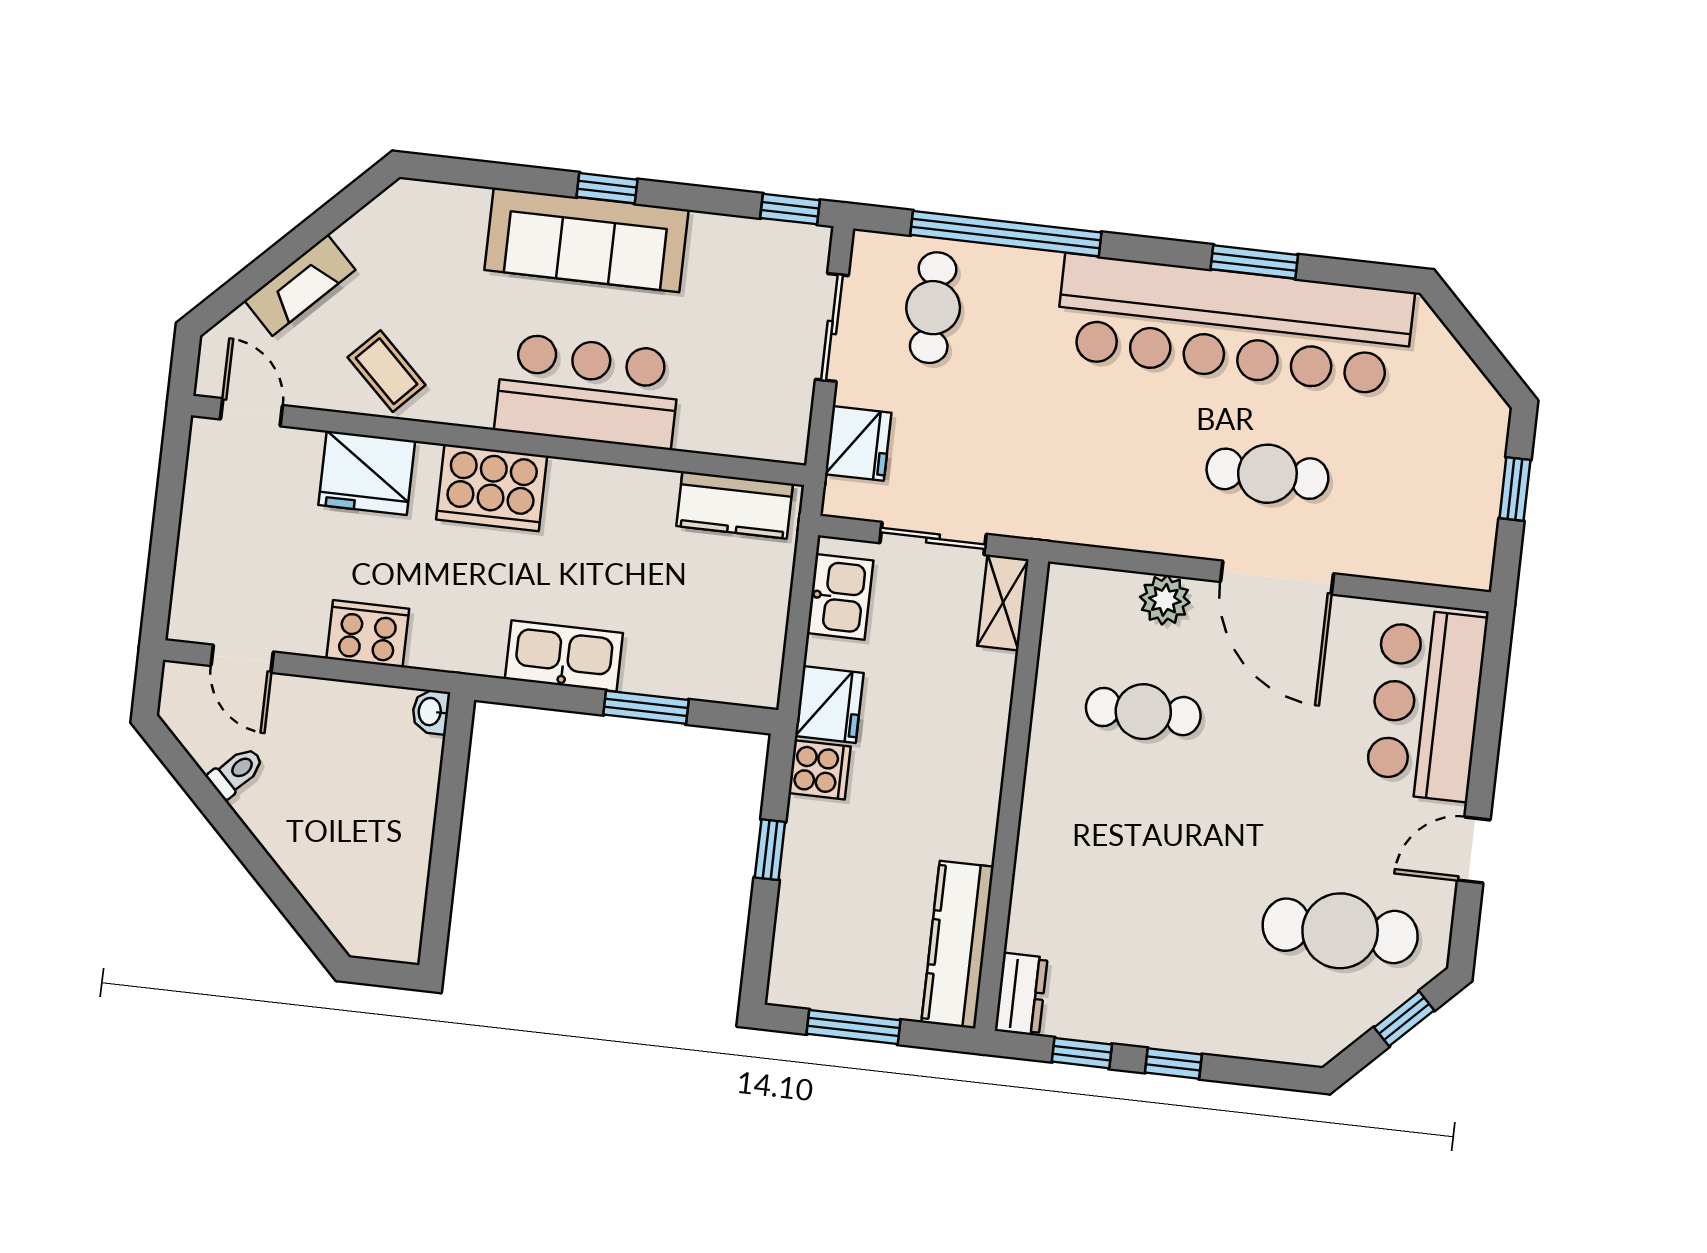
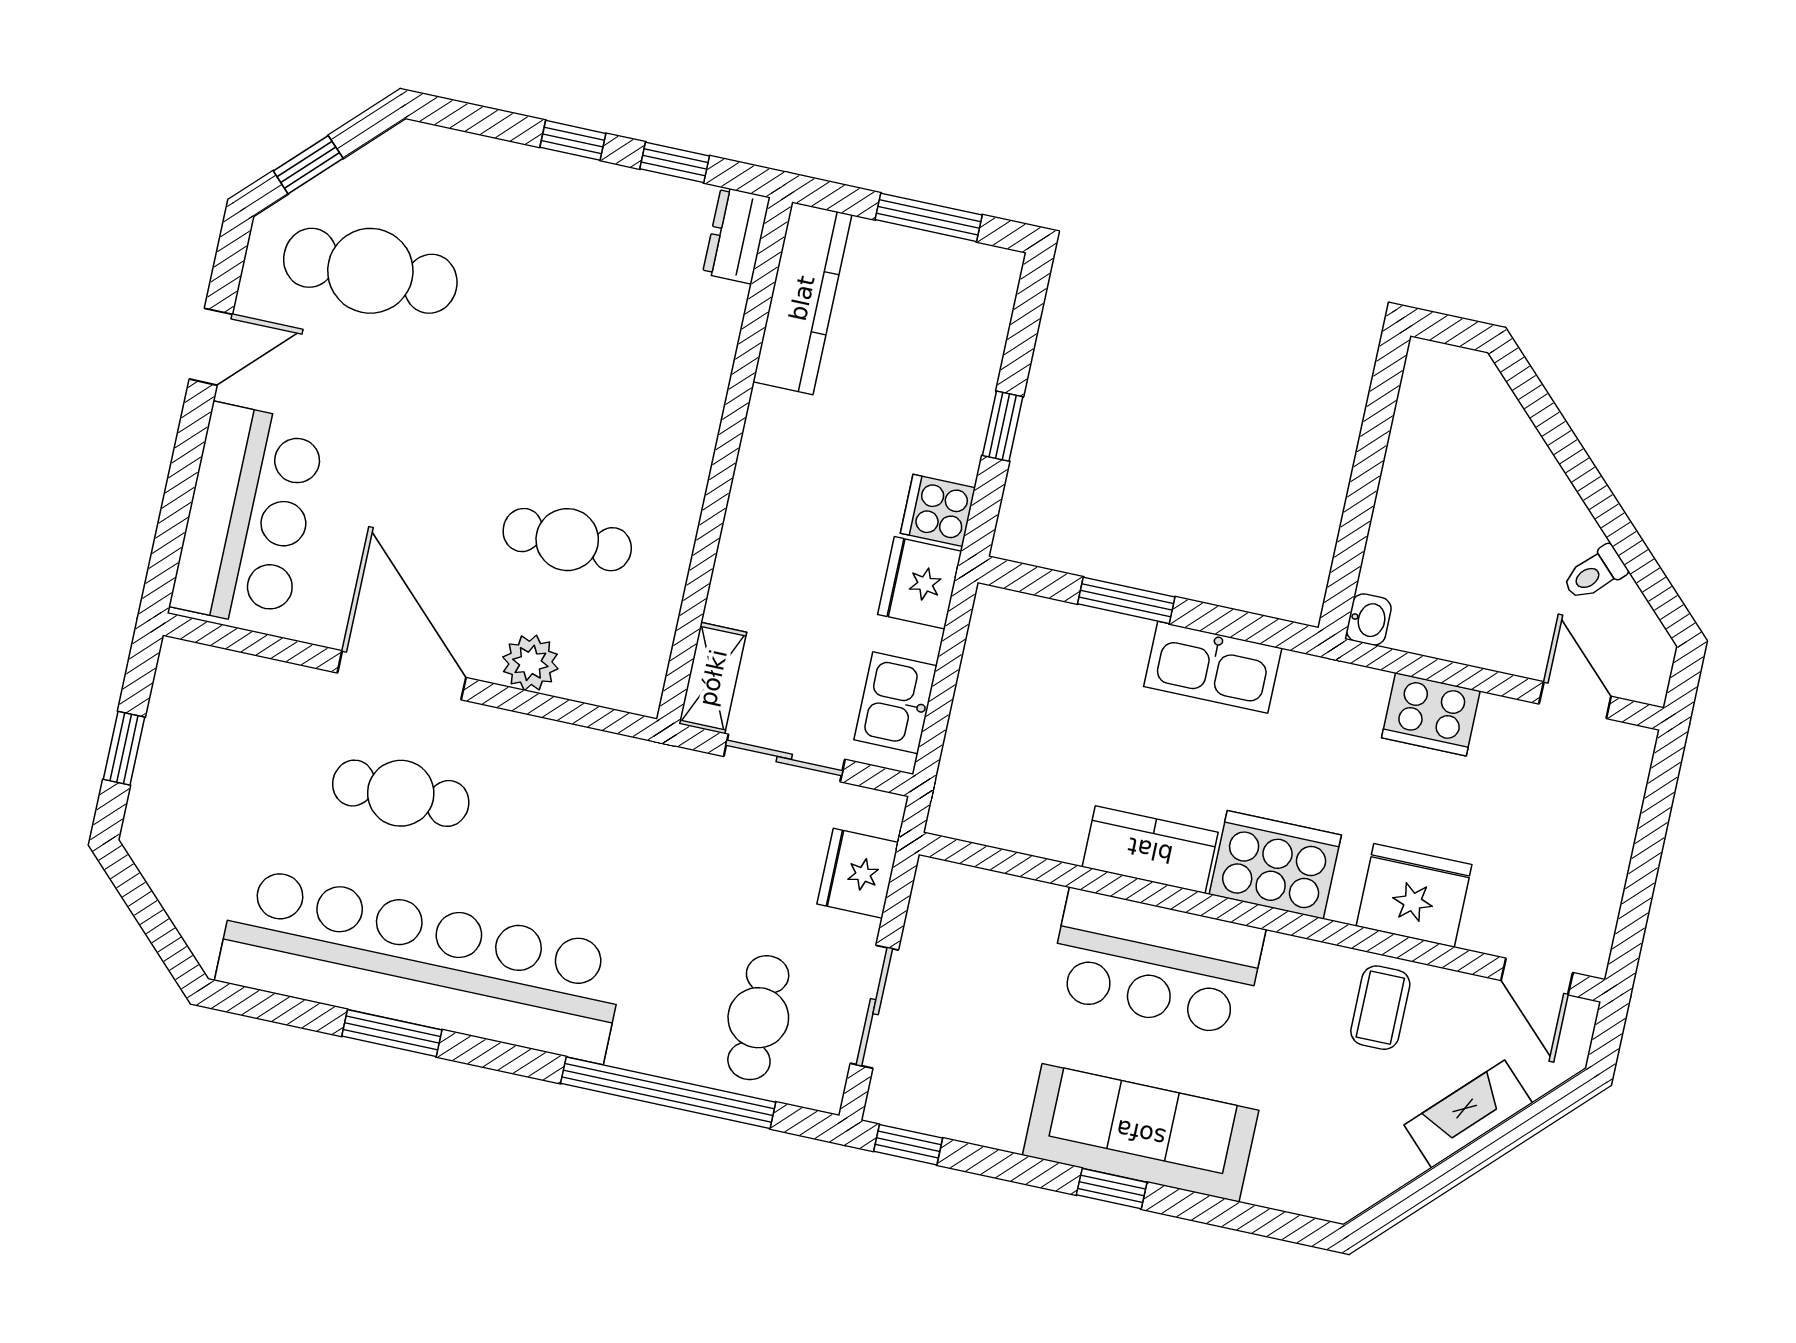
coffee table: (387, 371) -> (1380, 1008), turned 46
kitchen counter: (735, 505) -> (1150, 850), moved

